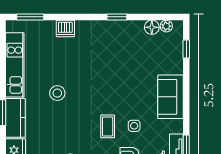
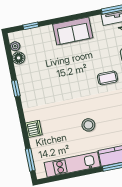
side table: (134, 126) -> (103, 56), removed

